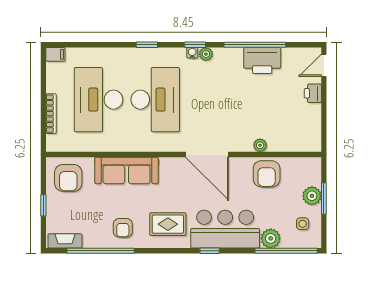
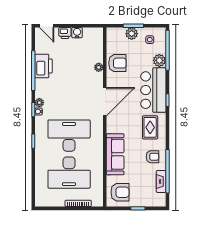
filing cabinet: (55, 54) -> (40, 201), removed
water cooler: (313, 112) -> (77, 33), added
fireplace: (65, 241) -> (161, 181), moved

